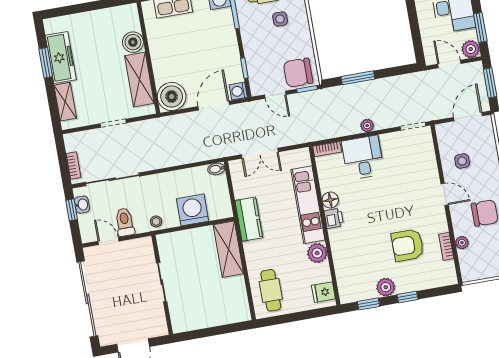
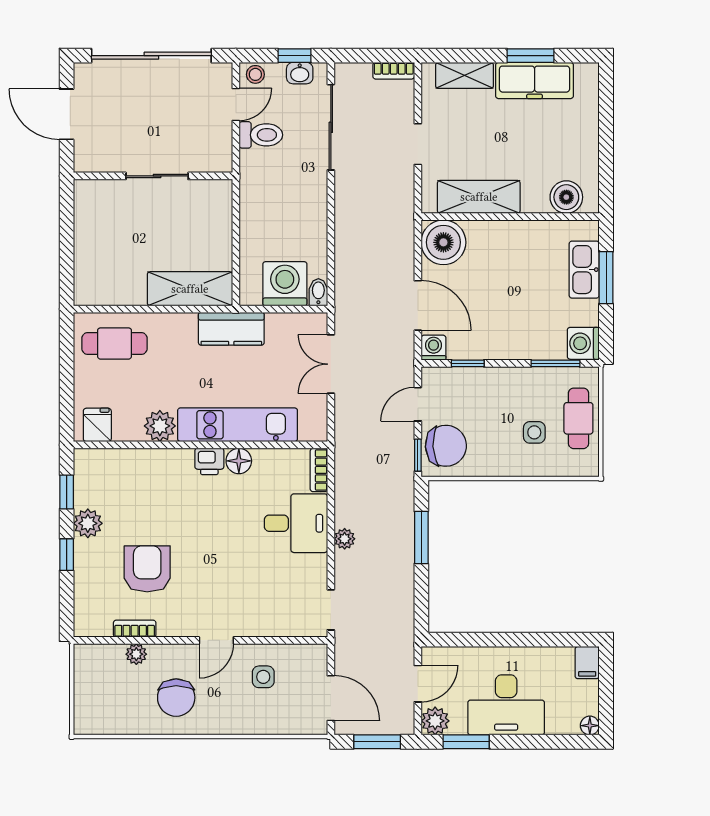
boiler: (133, 42) -> (566, 197), moved
chair: (298, 73) -> (446, 446), turned 87
bookcase: (74, 165) -> (394, 71), moved
washing machine: (192, 210) -> (285, 284), moved, turned -90
stool: (156, 221) -> (255, 74), moved

